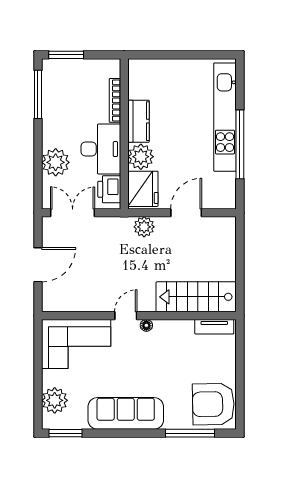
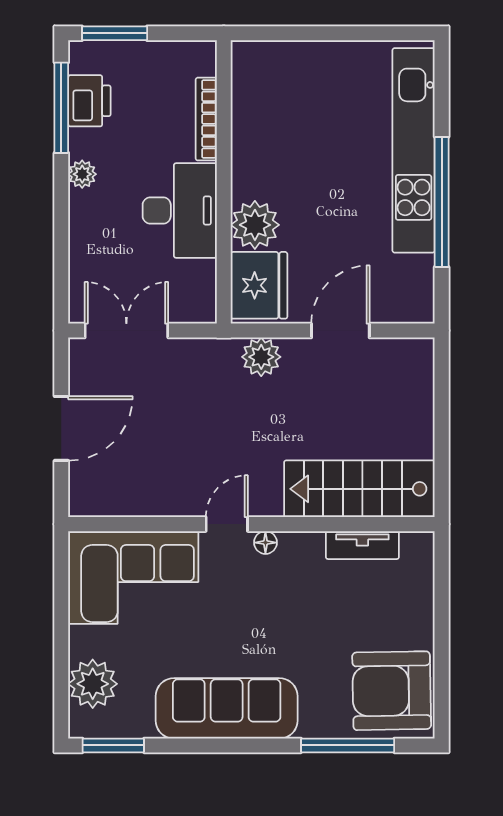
kitchen counter: (138, 121) -> (251, 158), removed
plant: (56, 162) -> (82, 174), moved, width x0.53, depth x0.53
printer: (109, 189) -> (89, 101), moved, turned 180
tv unit: (214, 327) -> (362, 545), moved

